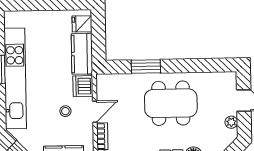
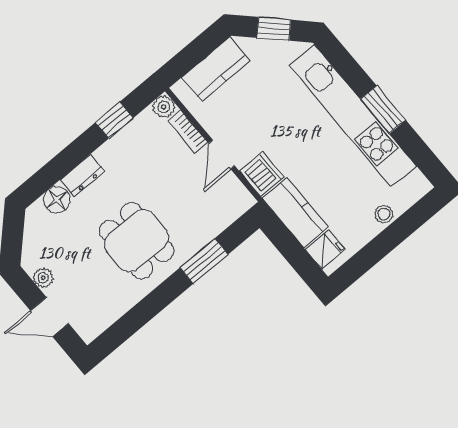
dining table: (171, 103) -> (137, 241), width x0.73
stool: (65, 111) -> (384, 214), moved

